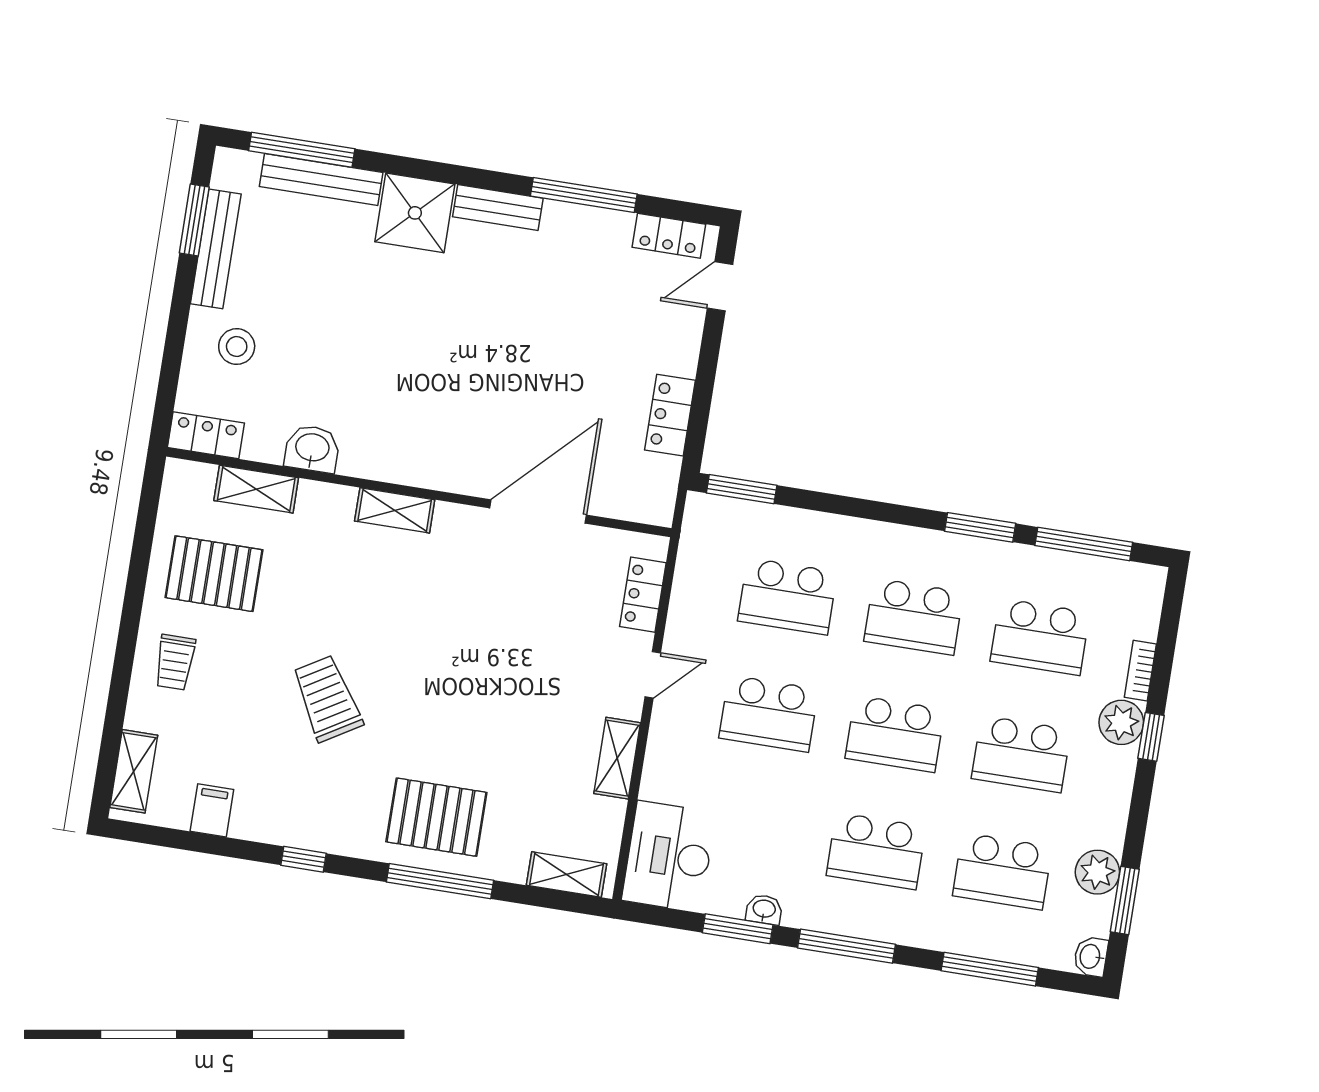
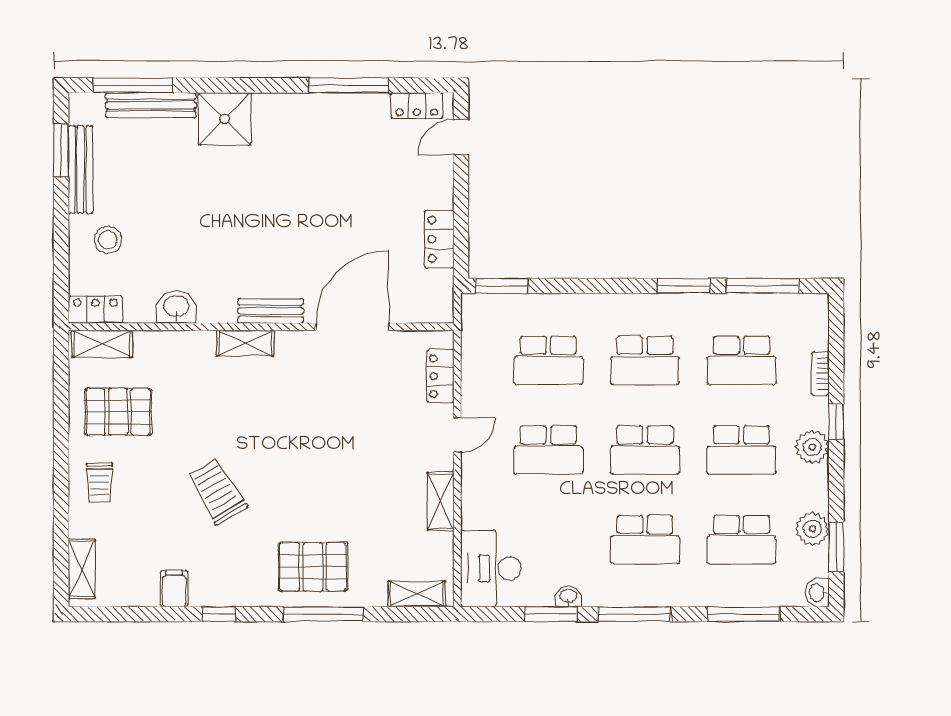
bench: (498, 208) -> (271, 311), moved
shelving: (256, 489) -> (102, 344), moved
plant: (1121, 722) -> (812, 447), moved
filing cabinet: (212, 810) -> (174, 589), moved

